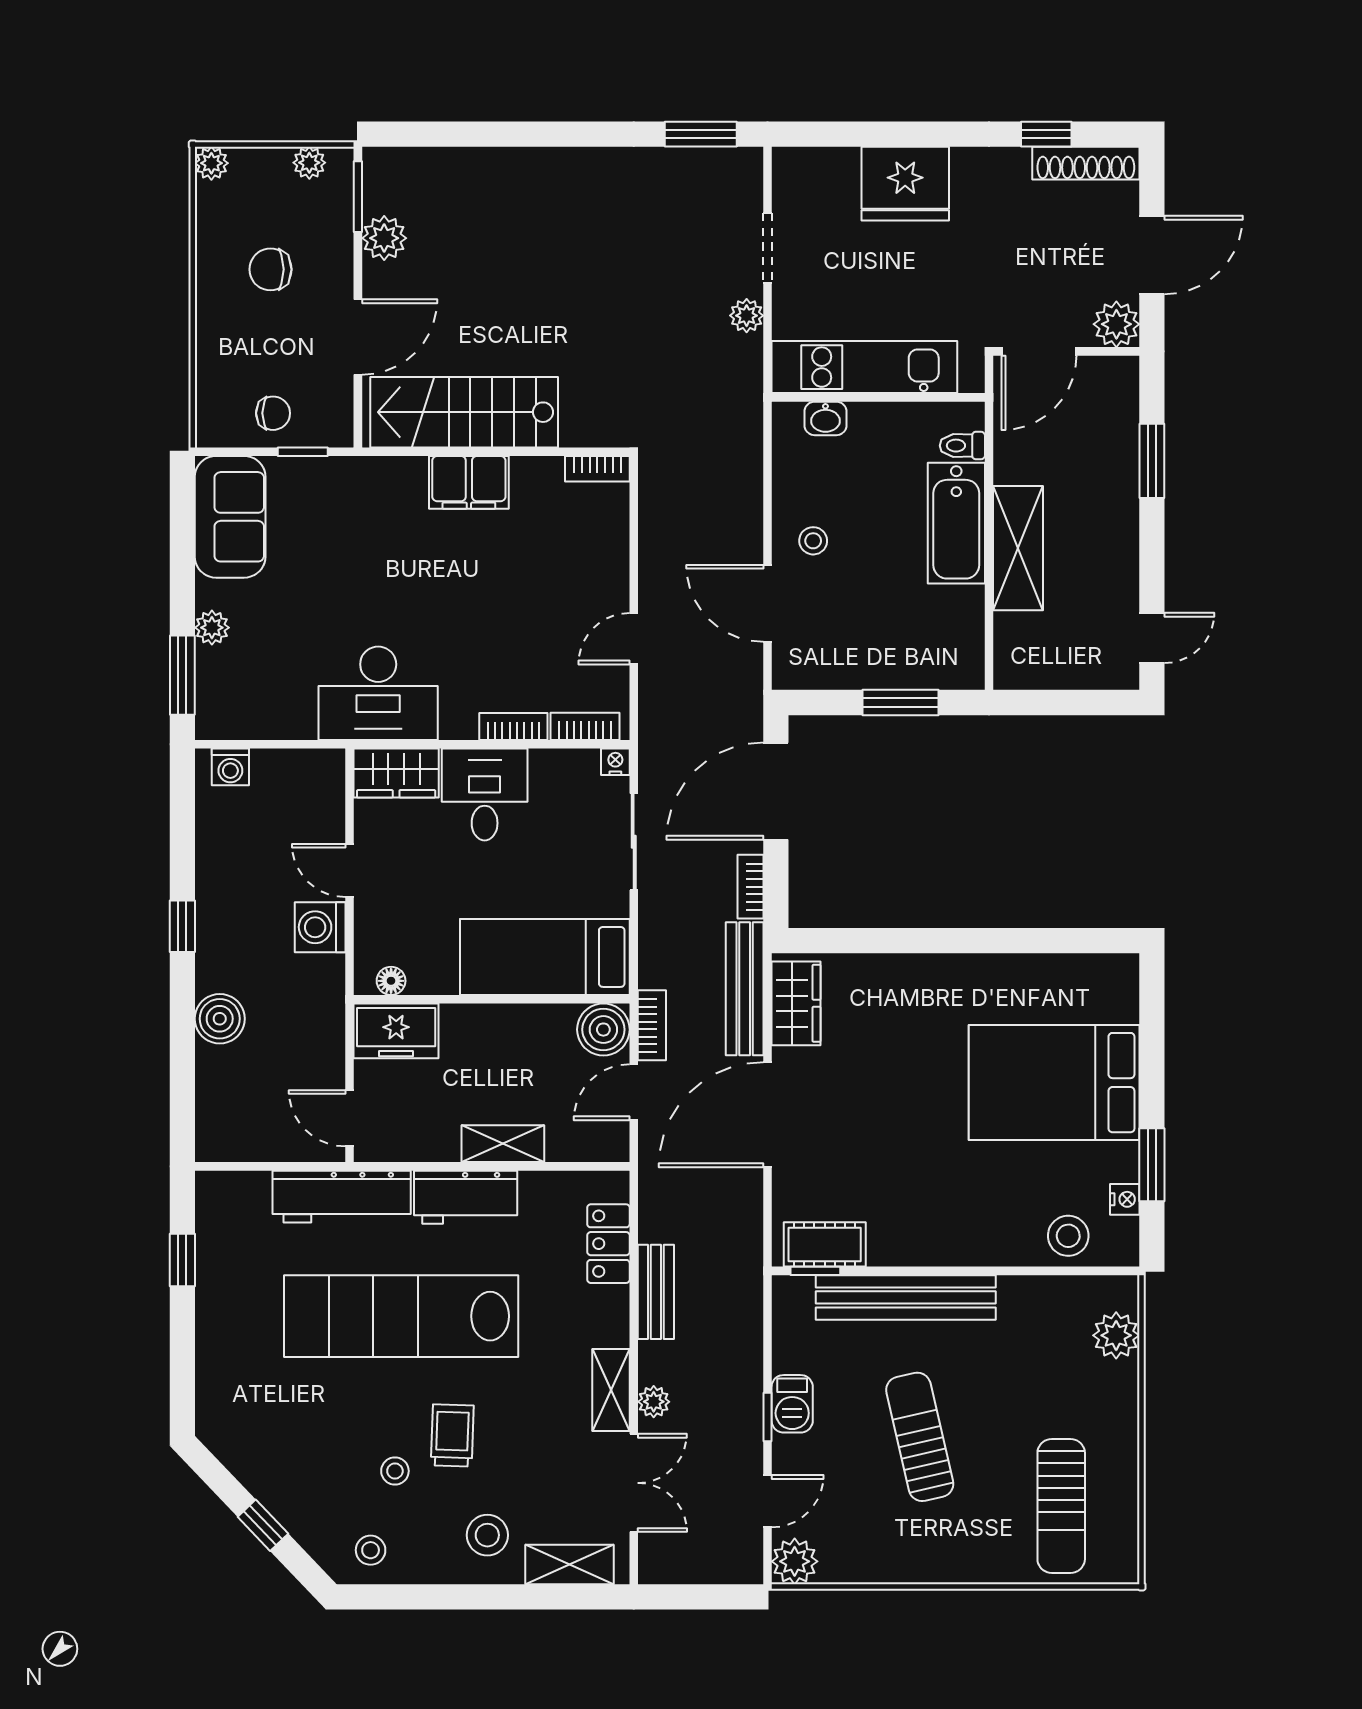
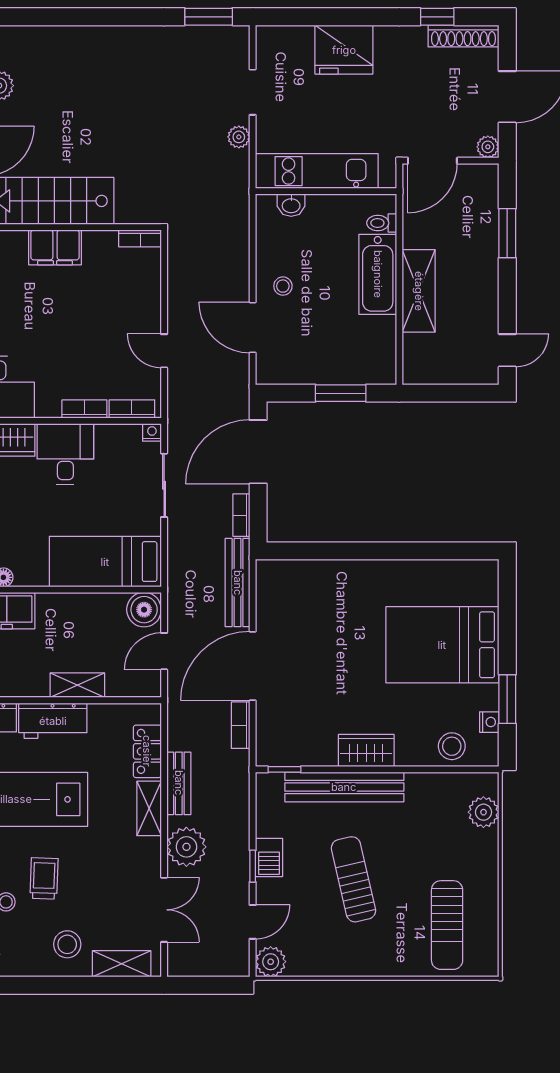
plant: (1116, 324) -> (488, 147), width x0.73, depth x0.73
door: (634, 639) -> (164, 351), hinge flipped
wardrobe: (796, 1003) -> (366, 751), moved, turned -90
bookcase: (652, 1025) -> (241, 725), moved, turned 180
cot: (825, 1244) -> (291, 752), removed
shelving: (611, 1390) -> (149, 808), moved
plant: (654, 1402) -> (186, 847), width x1.87, depth x1.87

